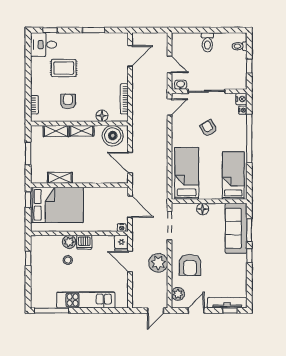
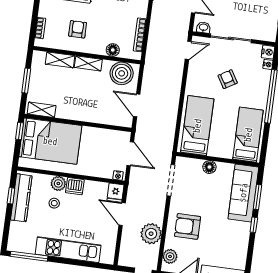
shelving: (60, 178) -> (42, 110), moved
kitchen counter: (38, 259) -> (21, 198), added
plant: (158, 263) -> (151, 234), moved
armchair: (190, 265) -> (187, 226), turned 90

